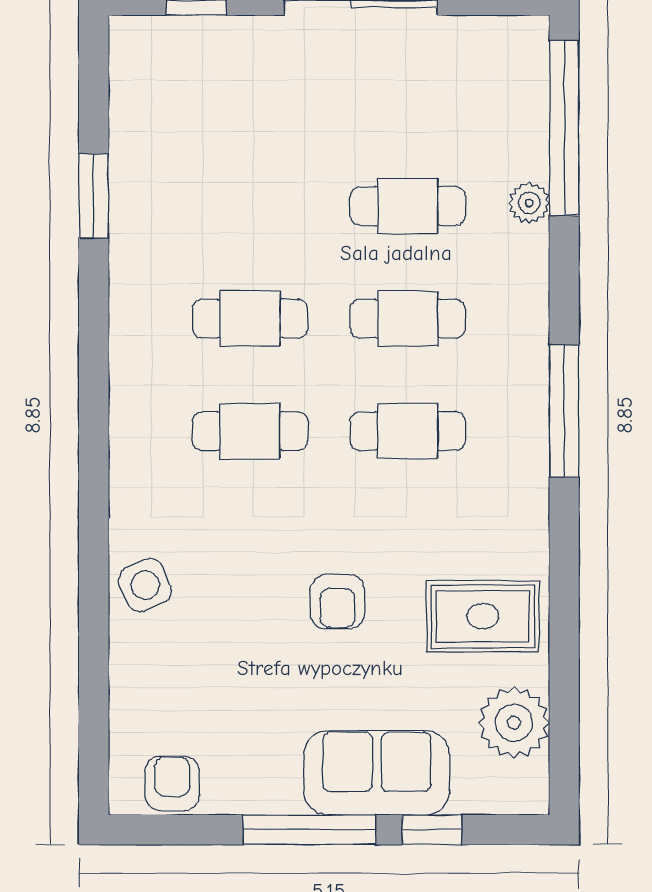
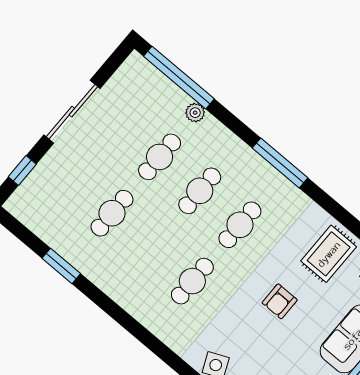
cafe table: (250, 319) -> (112, 213), moved
armchair: (337, 602) -> (280, 301), turned 90

